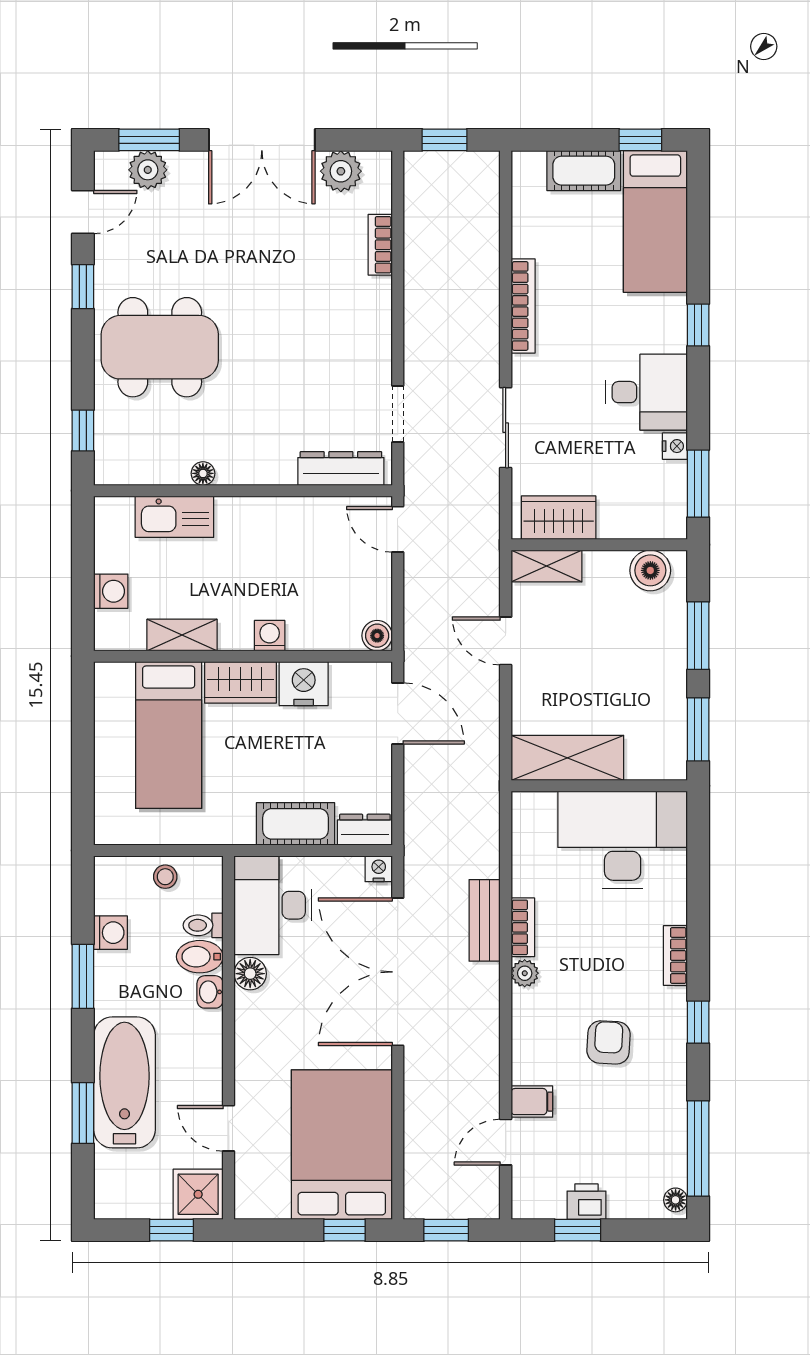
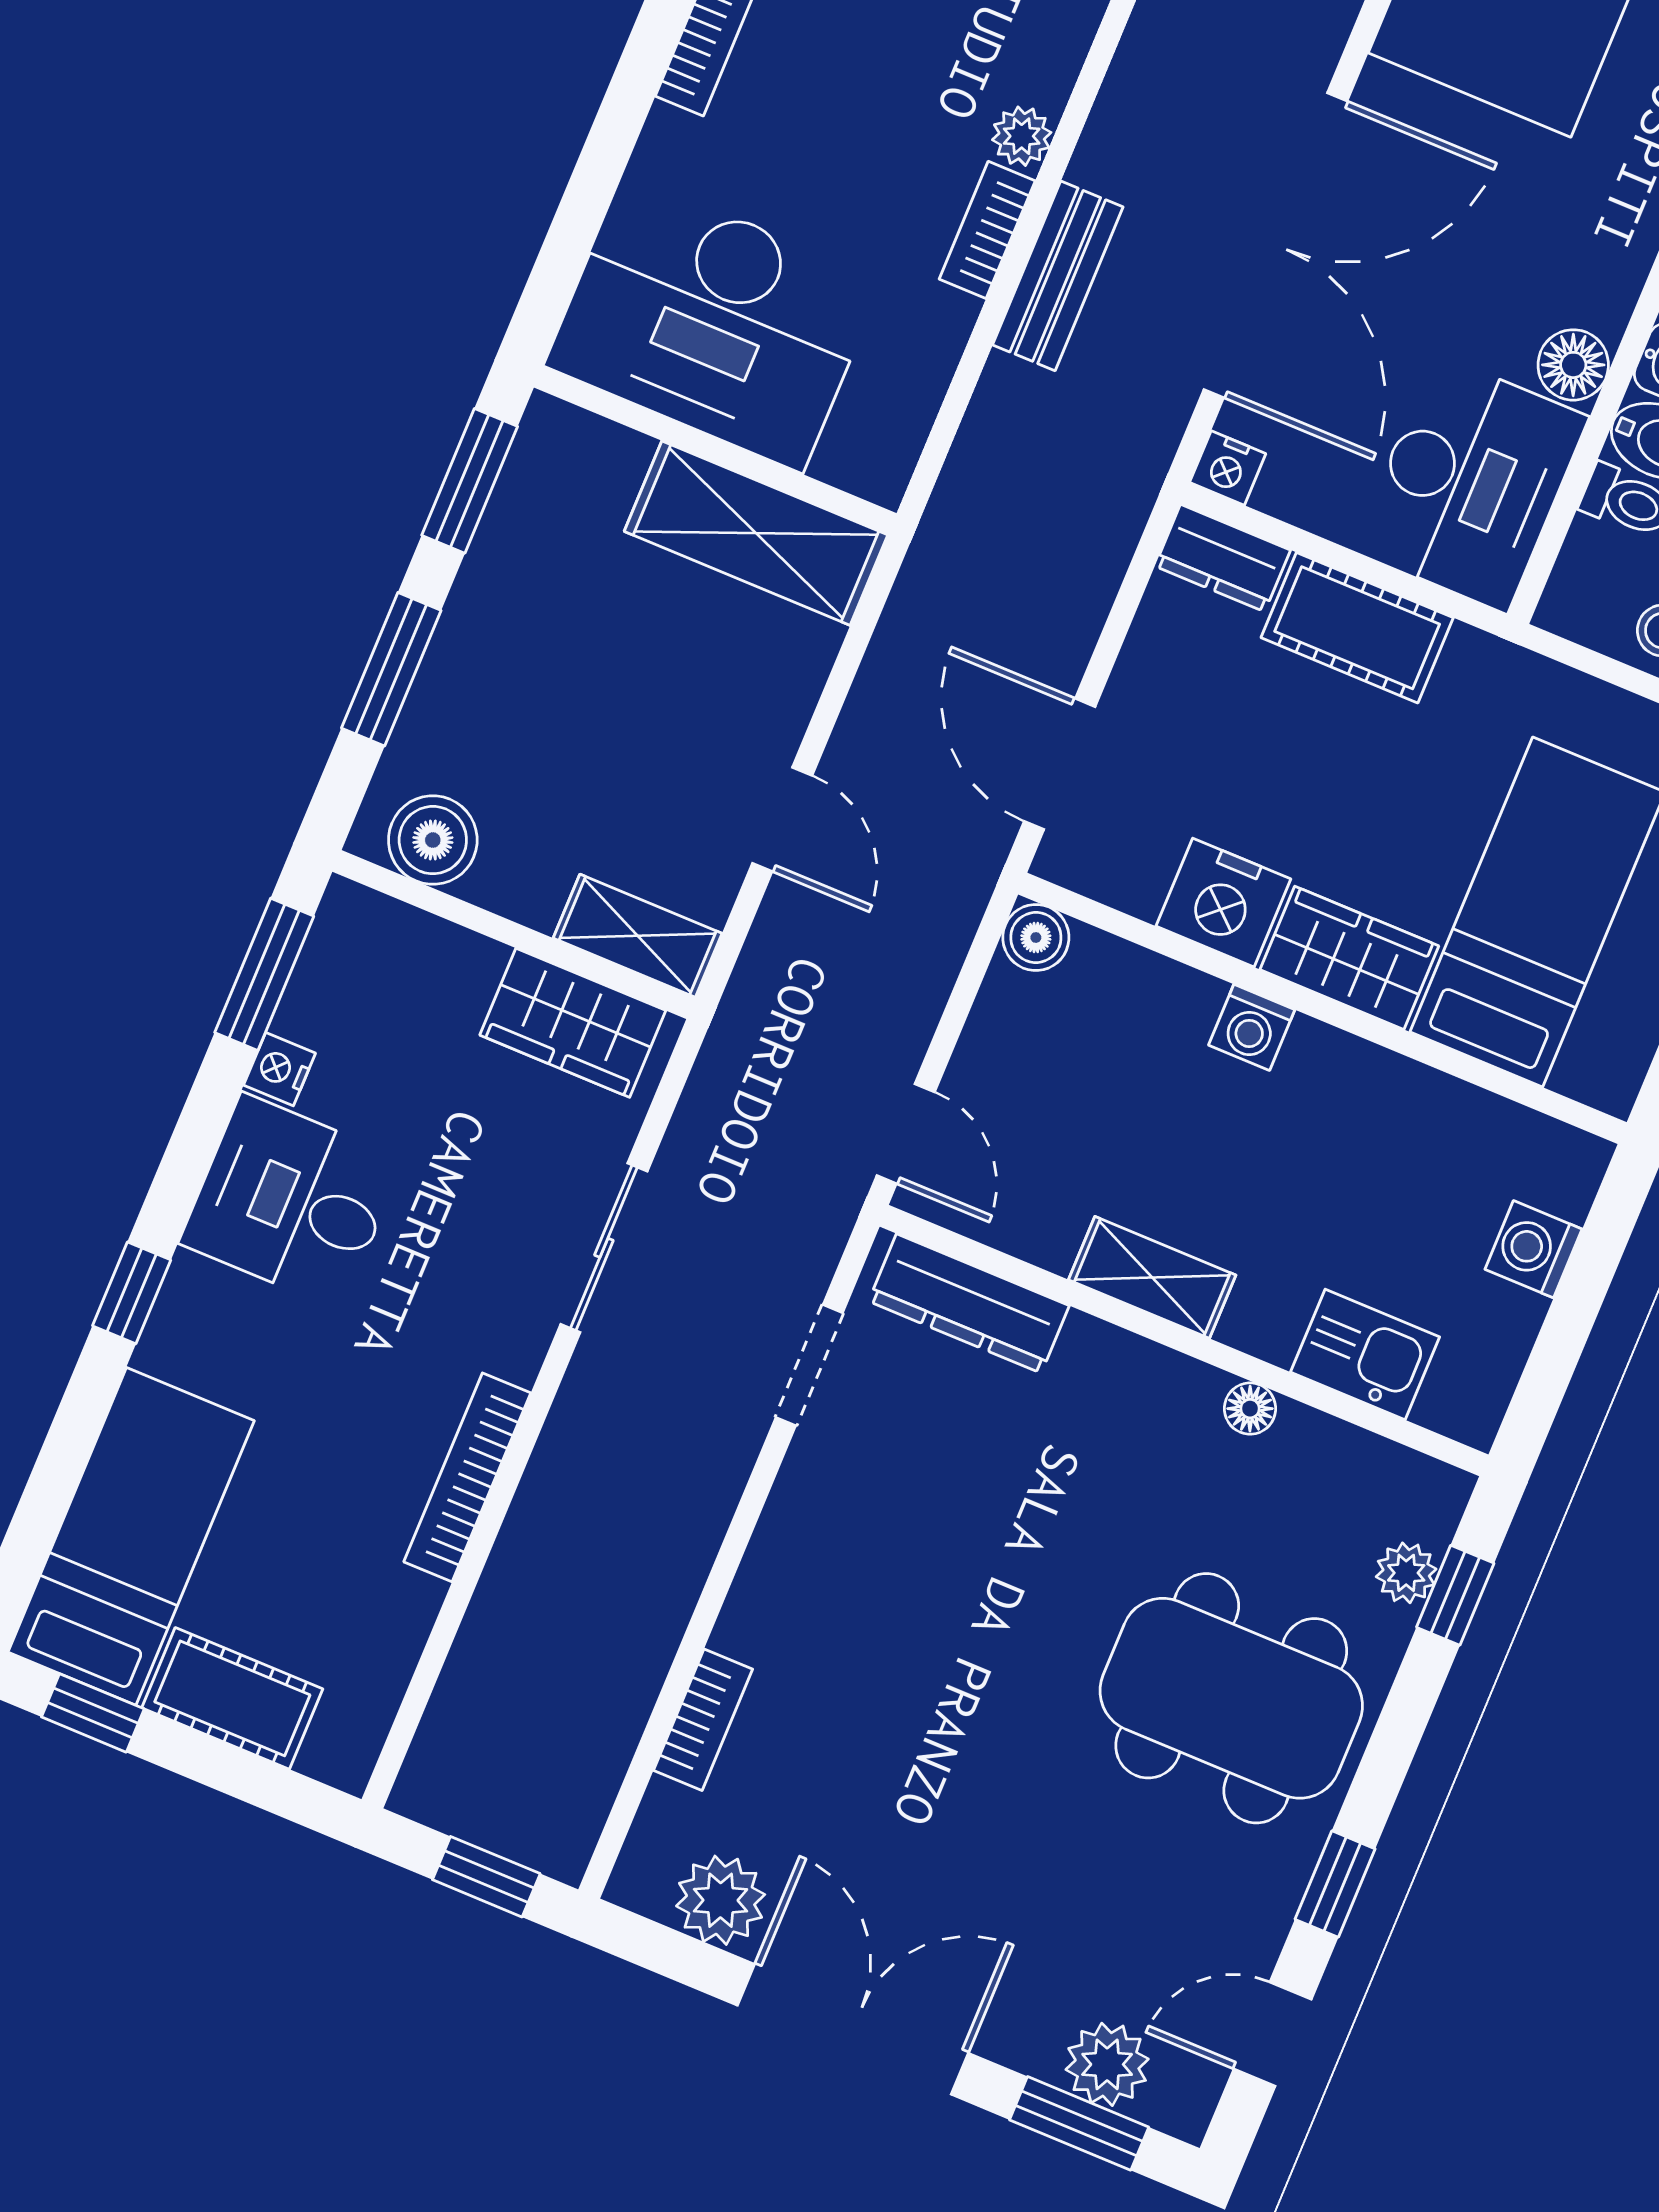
plant: (108, 431) -> (1406, 1573), added
kitchen sink: (174, 517) -> (1365, 1354), width x0.73
shelving: (182, 635) -> (1152, 1277), moved

